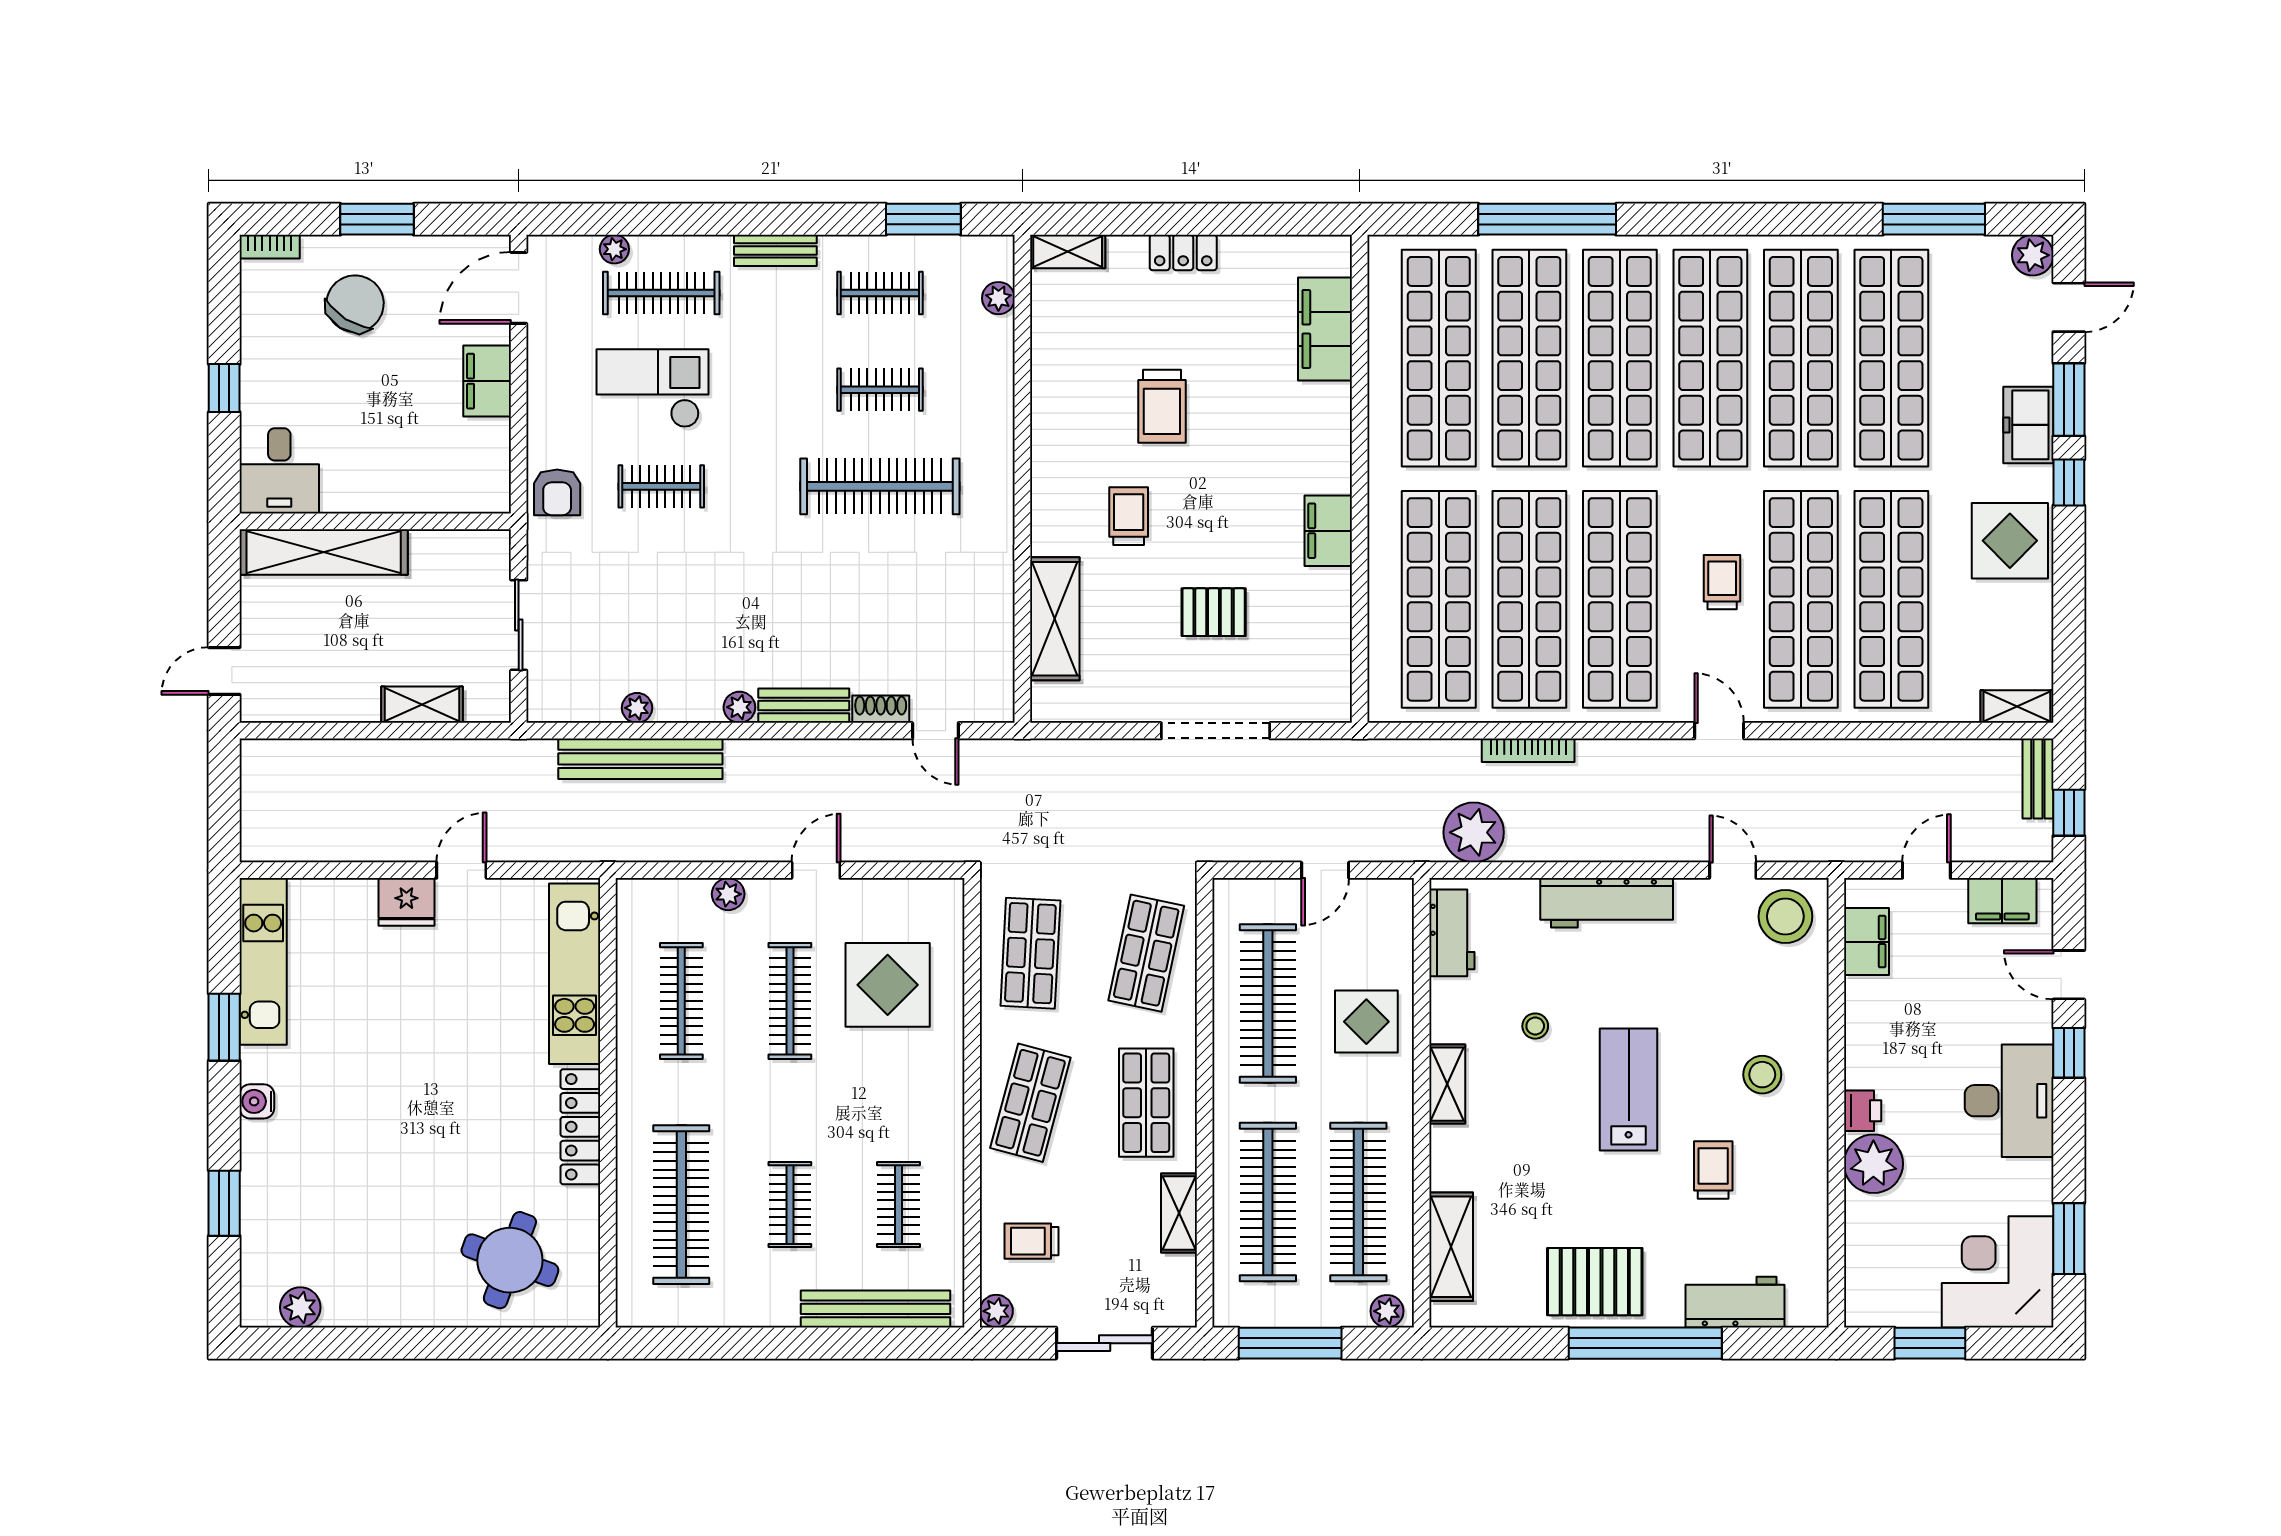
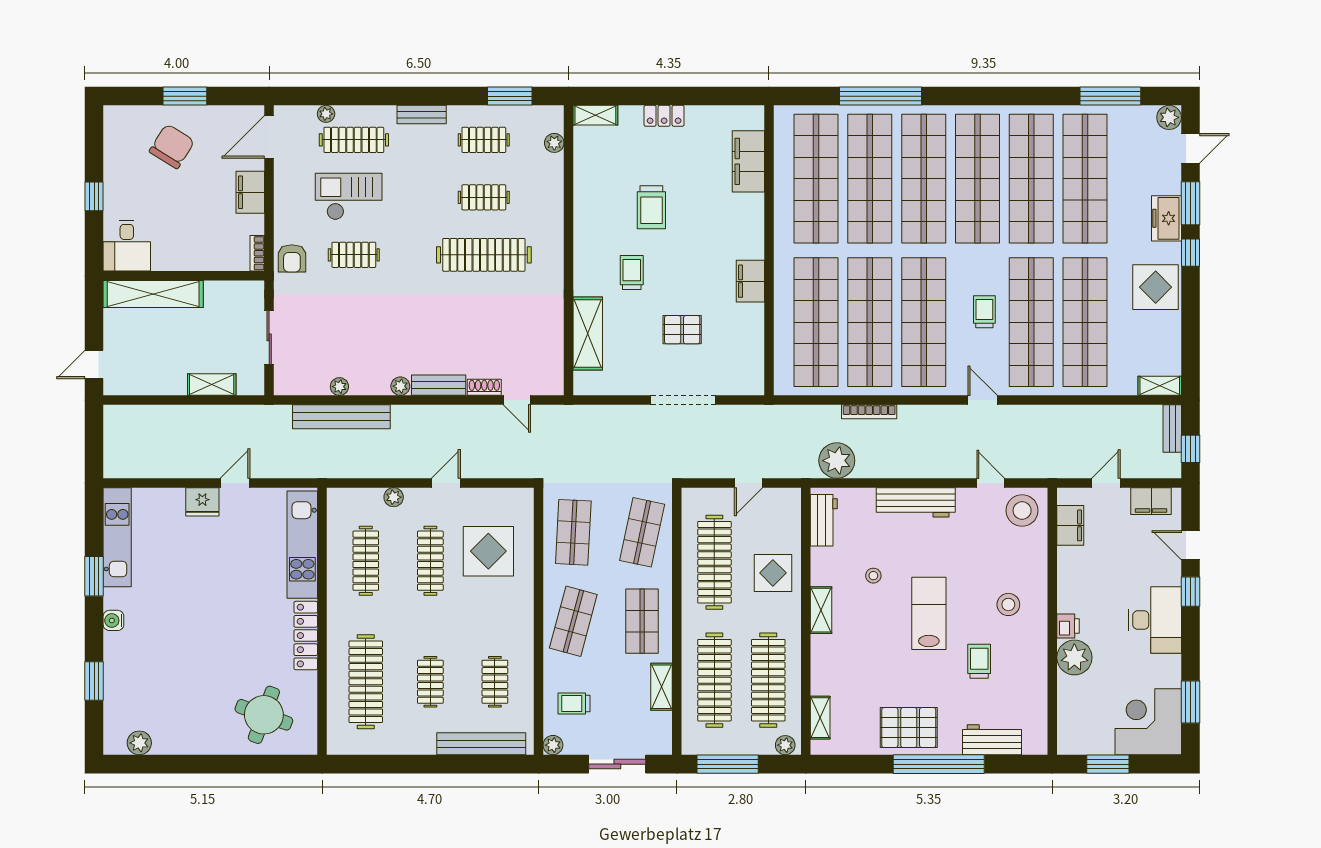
bookcase: (270, 247) -> (257, 253), moved, turned 90
shelving: (1451, 1247) -> (820, 718), width x0.67, depth x0.75

